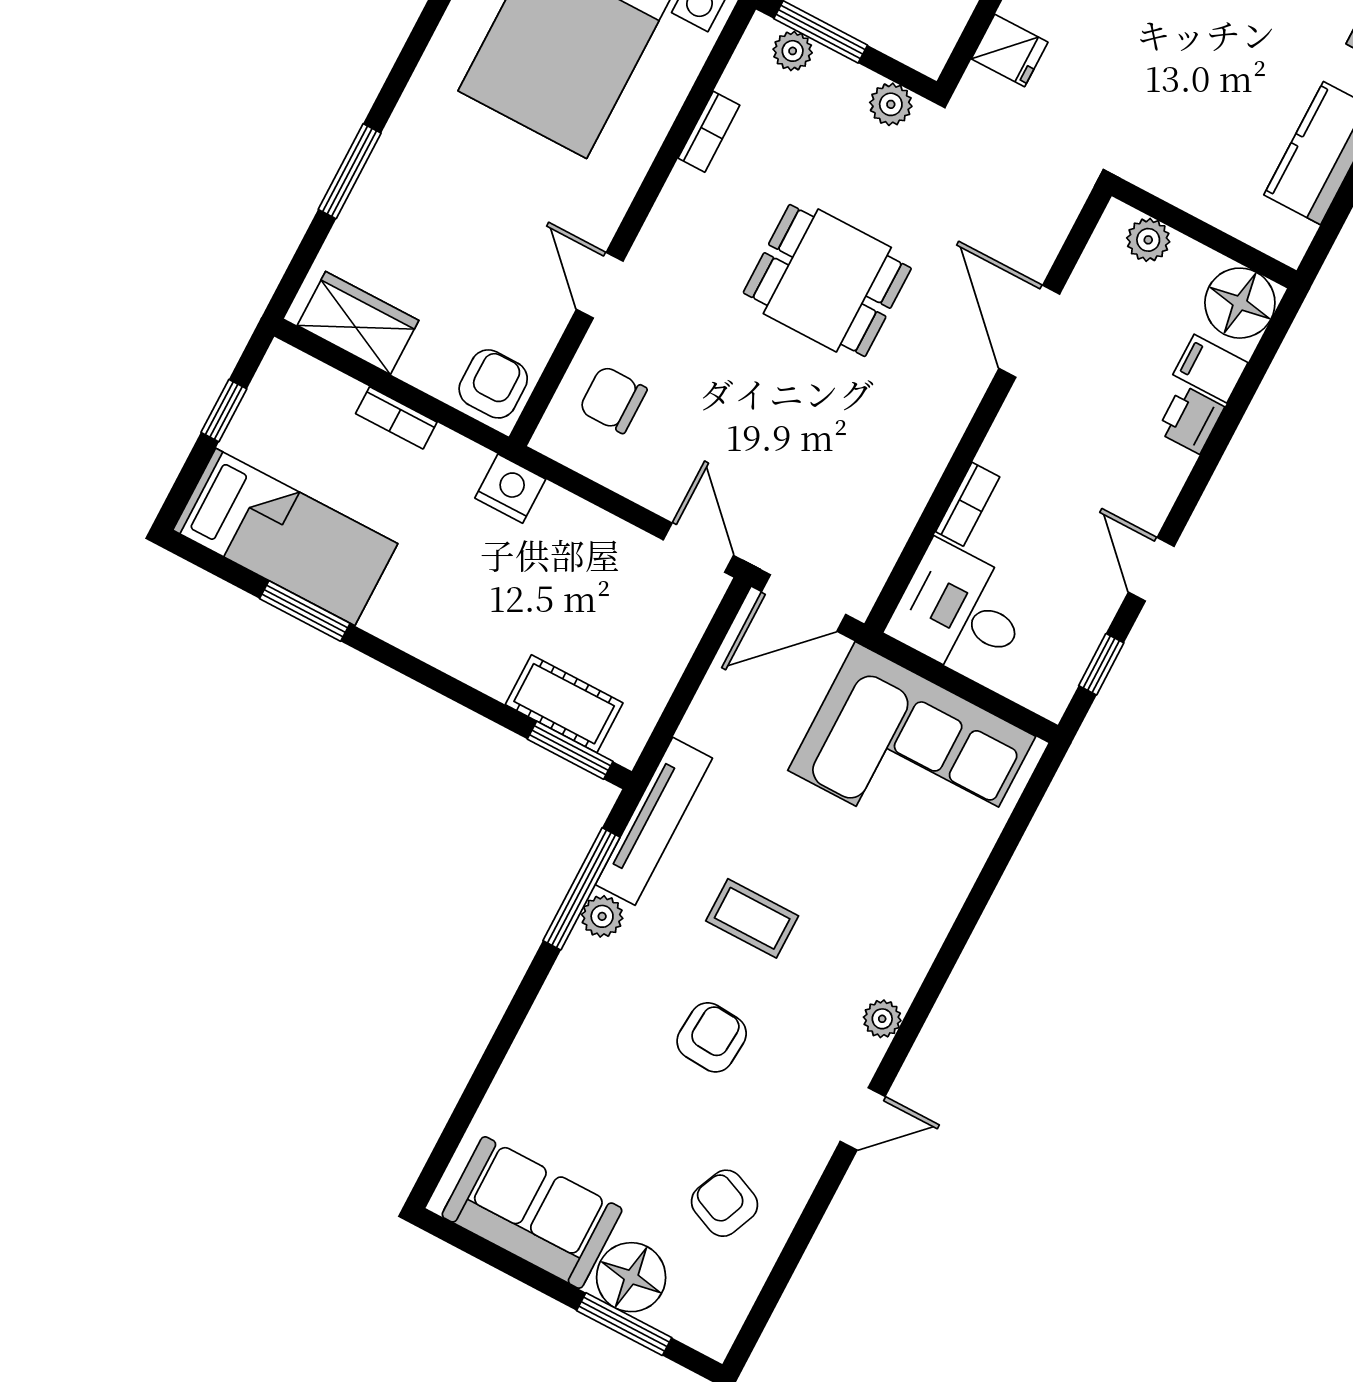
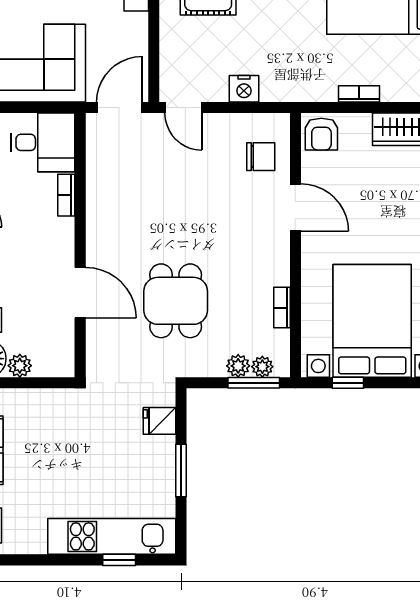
plant: (891, 104) -> (238, 366), moved
plant: (1148, 240) -> (20, 366), moved
dining table: (827, 280) -> (176, 301), moved, turned 90
door: (600, 285) -> (295, 207), width x1.37
nightstand: (510, 489) -> (244, 89), moved

